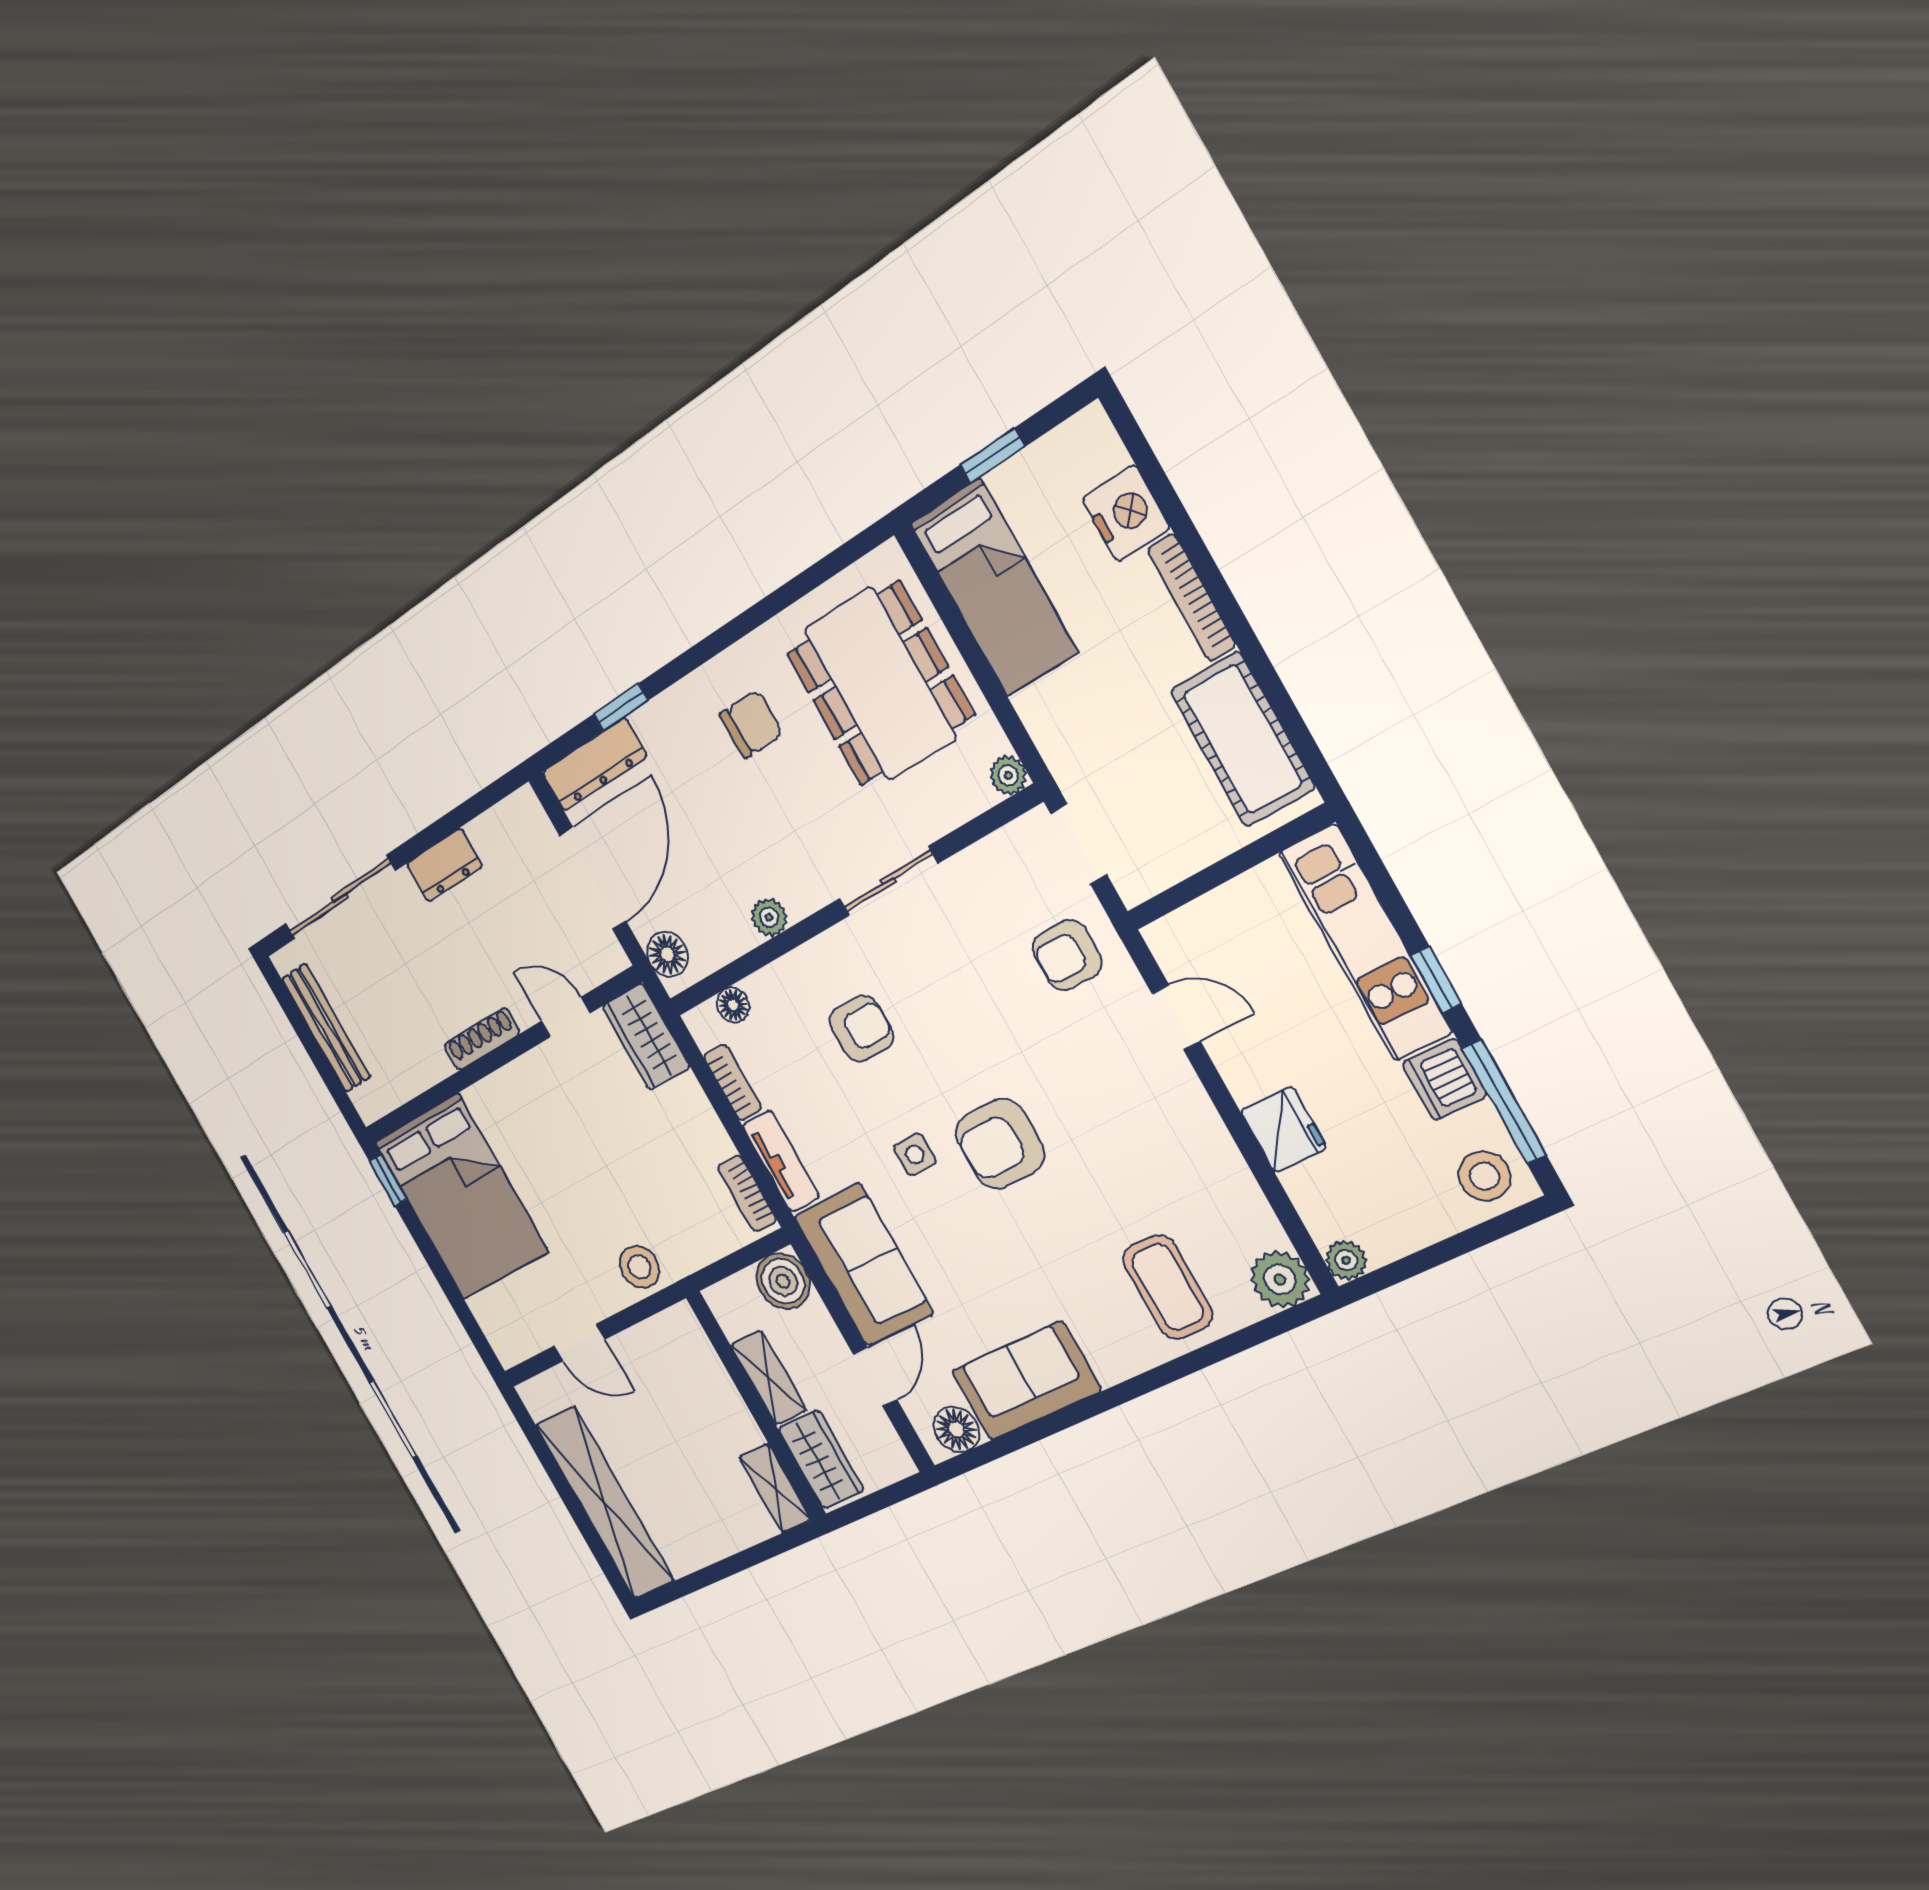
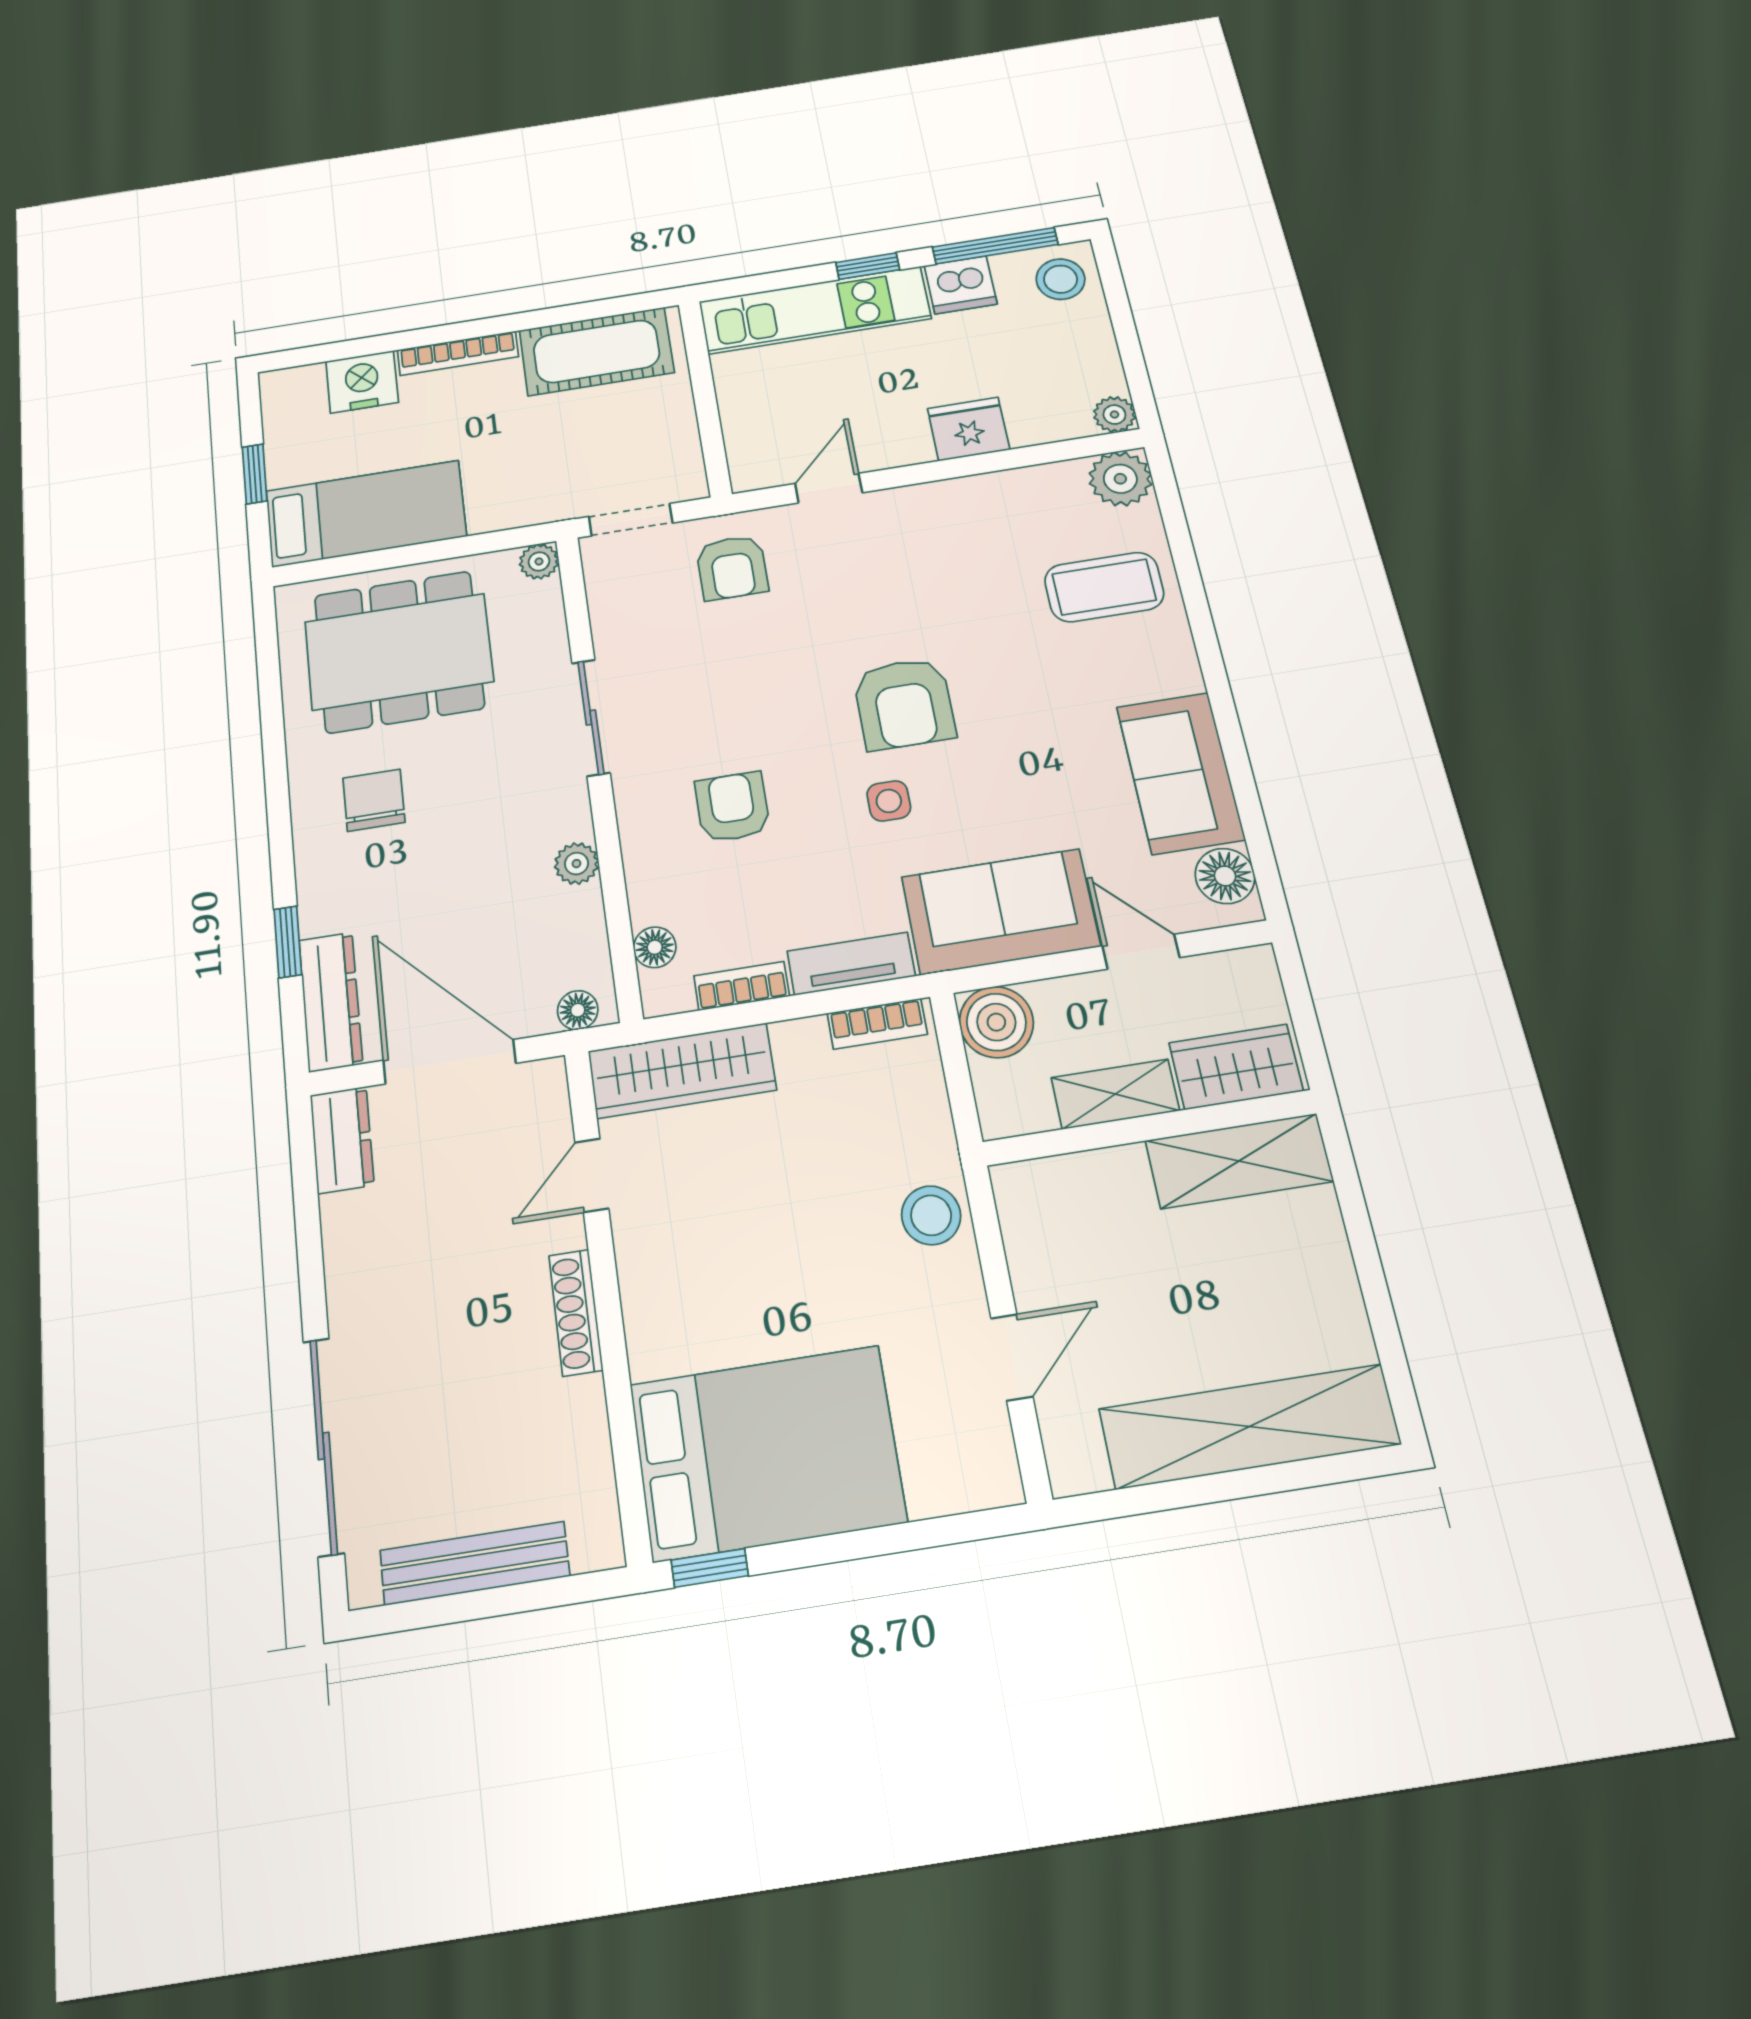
dresser: (444, 865) -> (342, 1140), moved
floor lamp: (667, 954) -> (578, 1010), width x0.73, depth x0.73
wardrobe: (646, 1037) -> (682, 1071), width x1.50
shelving: (775, 1488) -> (1239, 1161), width x1.50, depth x1.33

